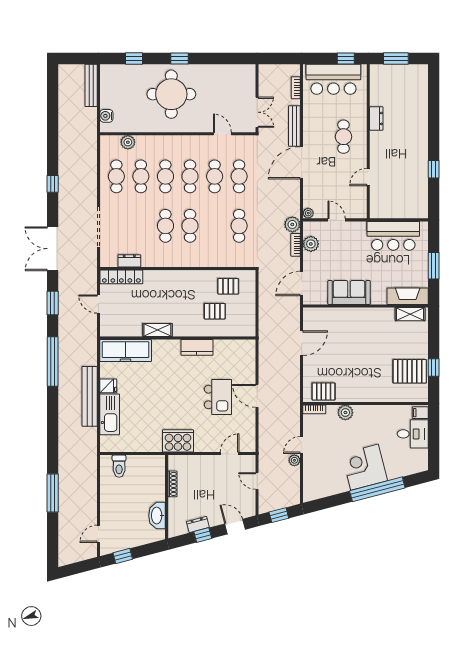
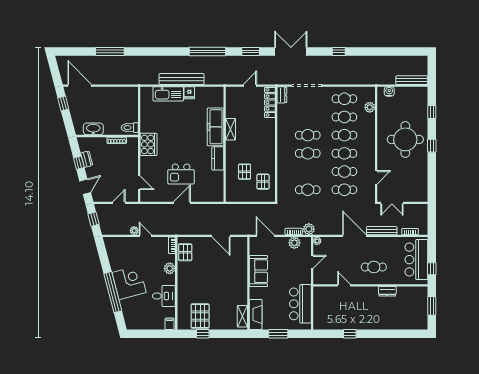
dresser: (129, 261) -> (282, 95), moved
freezer: (126, 351) -> (215, 127), moved
desk: (413, 434) -> (164, 296), moved, turned -90
toilet: (119, 466) -> (130, 128), moved
door: (98, 534) -> (80, 86), width x1.88

